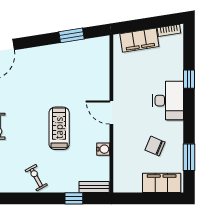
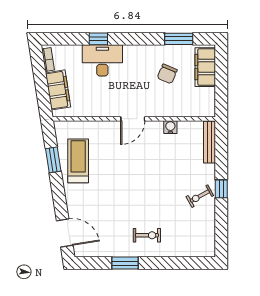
desk: (168, 101) -> (102, 60), moved
treadmill: (59, 128) -> (78, 161), moved, turned 90
bench: (94, 187) -> (209, 142), width x1.36
window: (74, 198) -> (221, 189), moved

